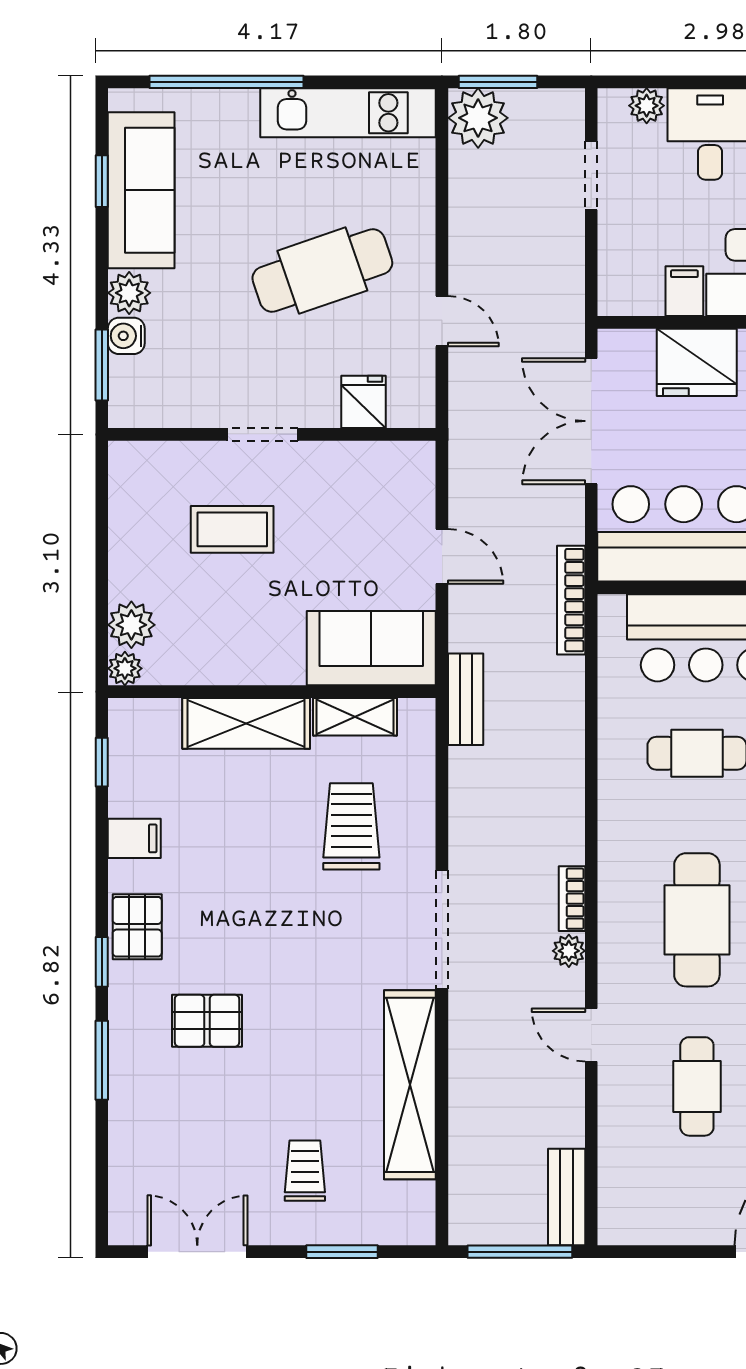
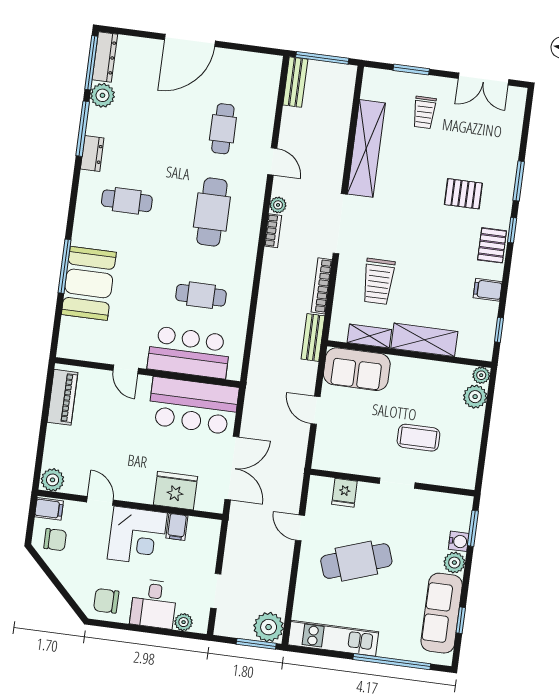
bookcase: (571, 600) -> (322, 286), moved, turned 180

